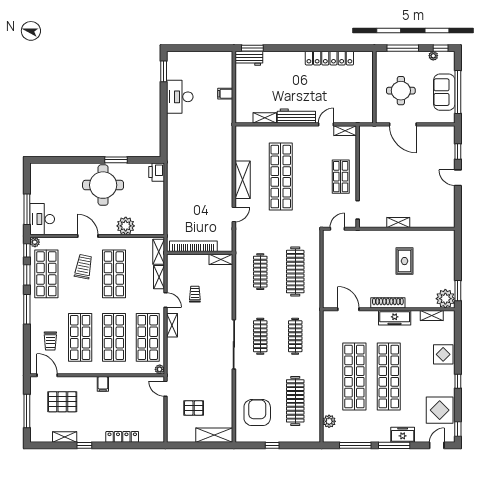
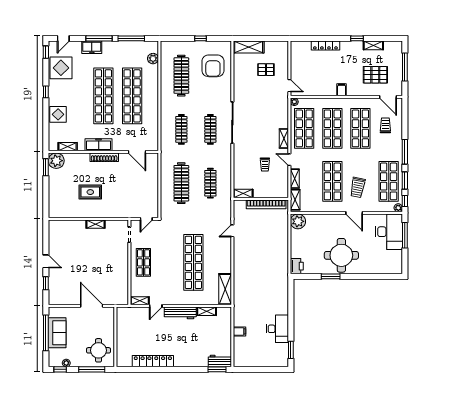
round table: (401, 91) -> (99, 350), moved
shelving: (243, 180) -> (225, 289), moved
desk: (42, 219) -> (389, 232), width x1.36, depth x1.30
plant: (126, 226) -> (298, 221), moved
rug: (405, 261) -> (90, 192), turned 90

